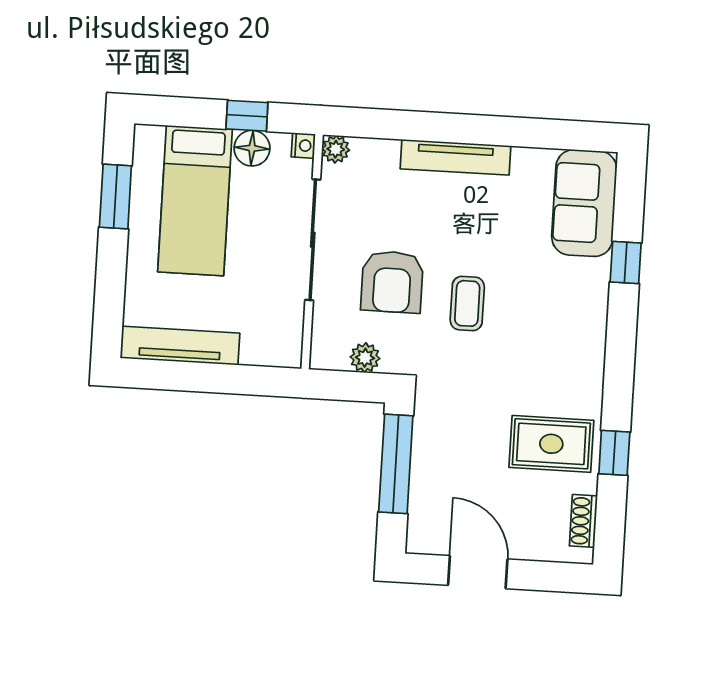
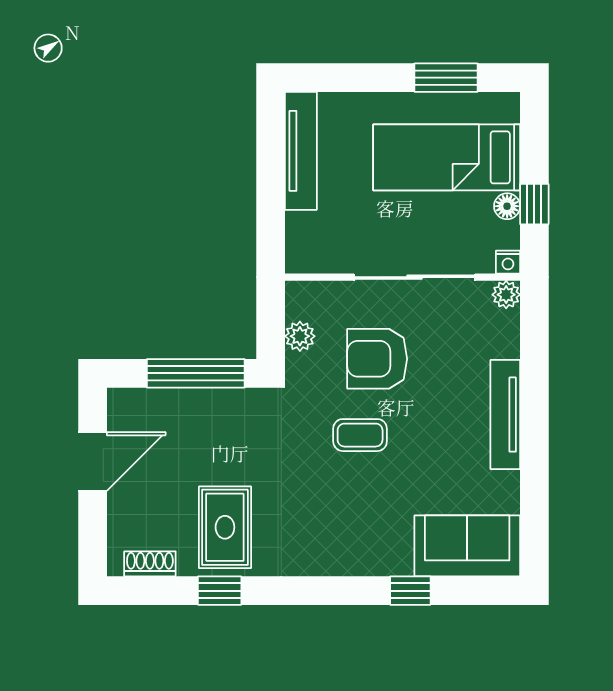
floor lamp: (252, 148) -> (507, 206), width x0.73, depth x0.73

